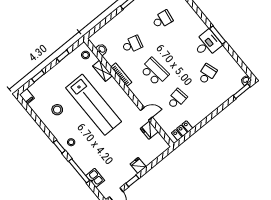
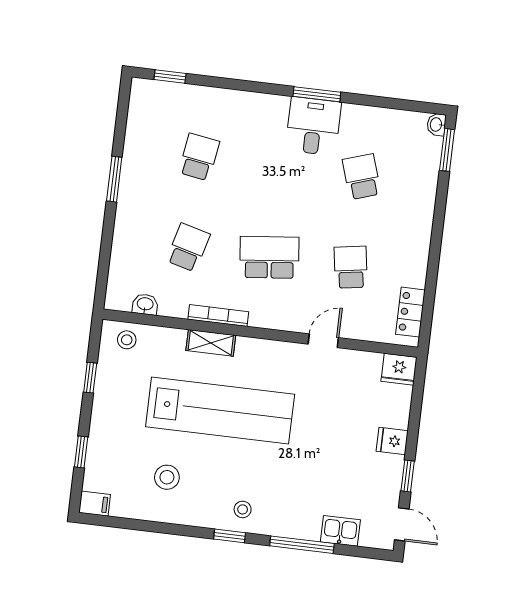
shelving: (102, 71) -> (211, 343), moved
fridge: (149, 130) -> (399, 369), moved

